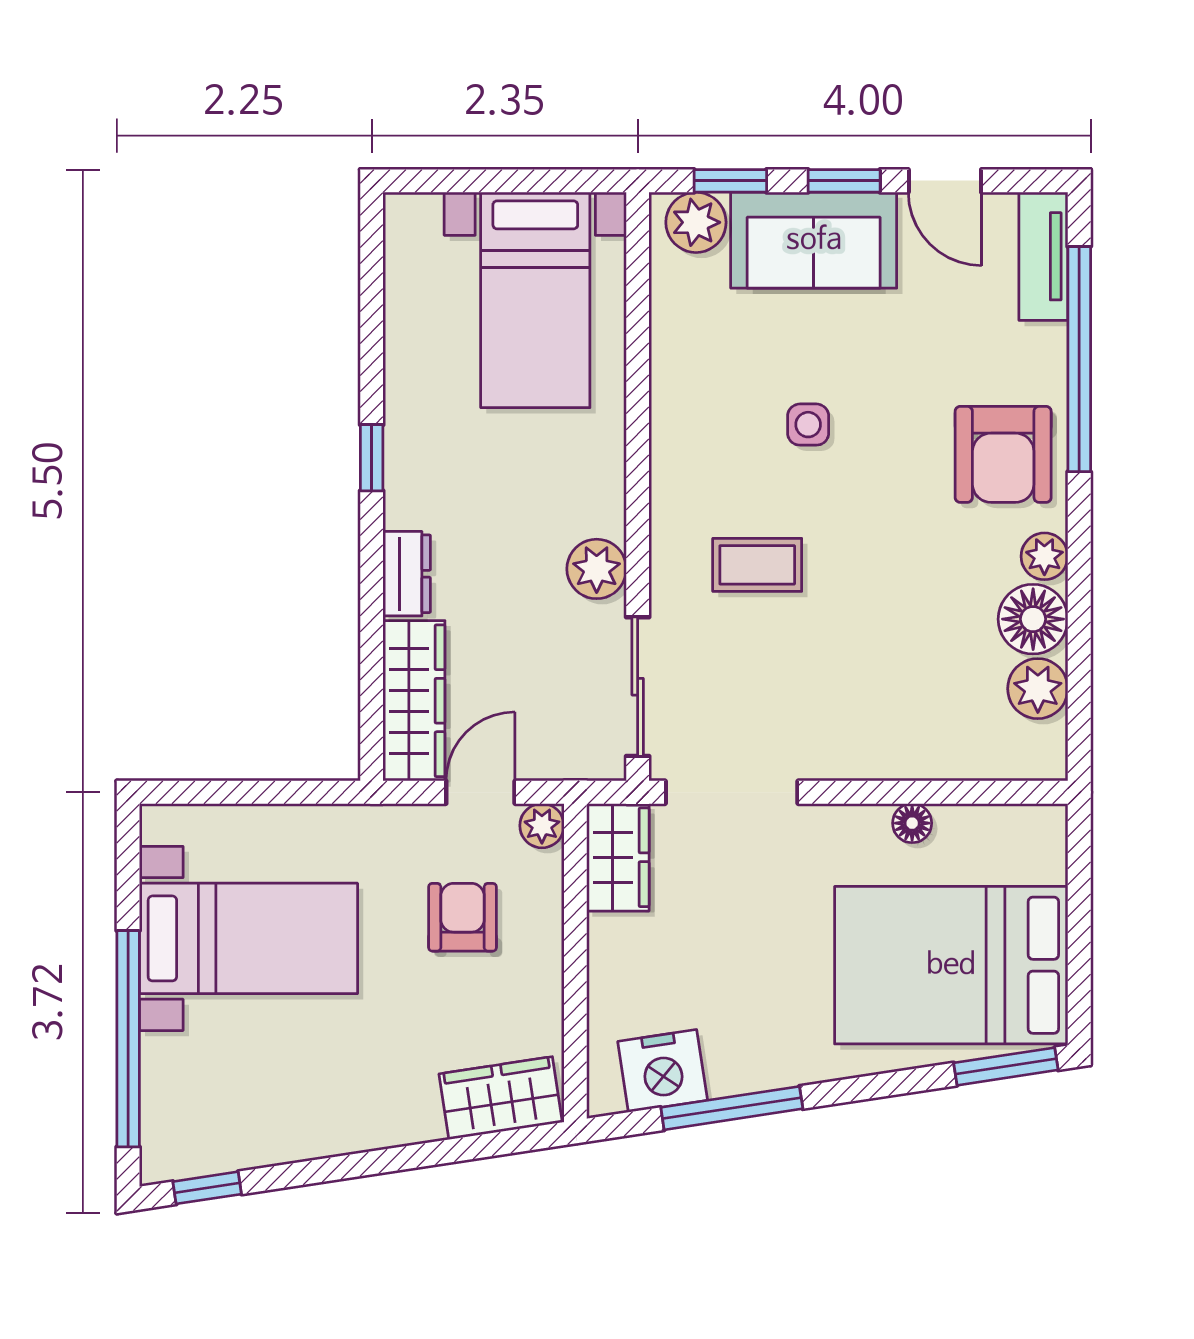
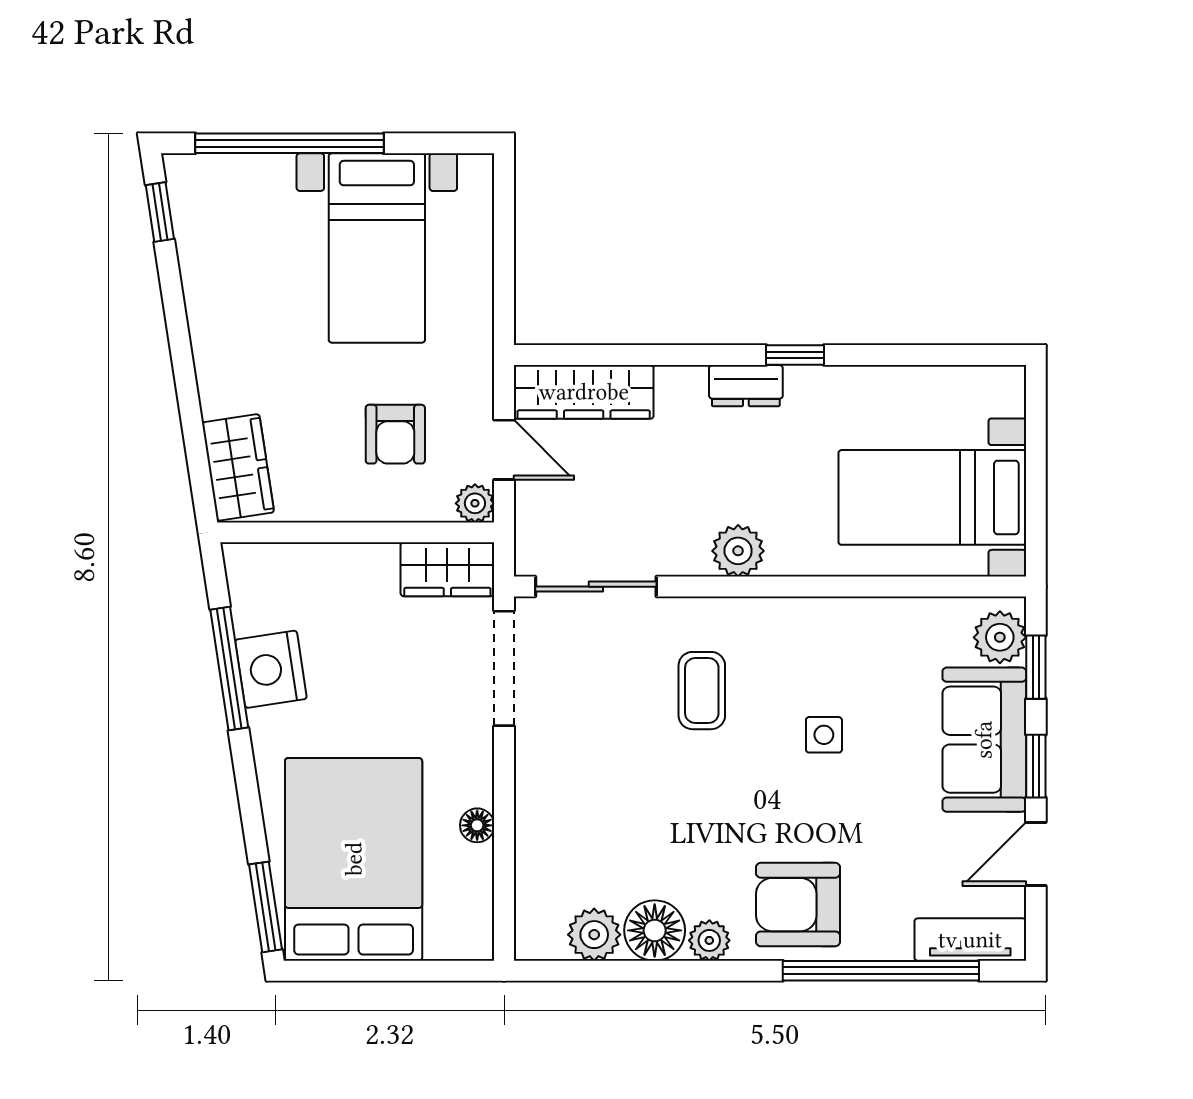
plant: (597, 569) -> (738, 551), moved
dresser: (407, 574) -> (746, 386), moved
armchair: (463, 917) -> (395, 434), turned 90
nightstand: (663, 1071) -> (271, 669), moved

